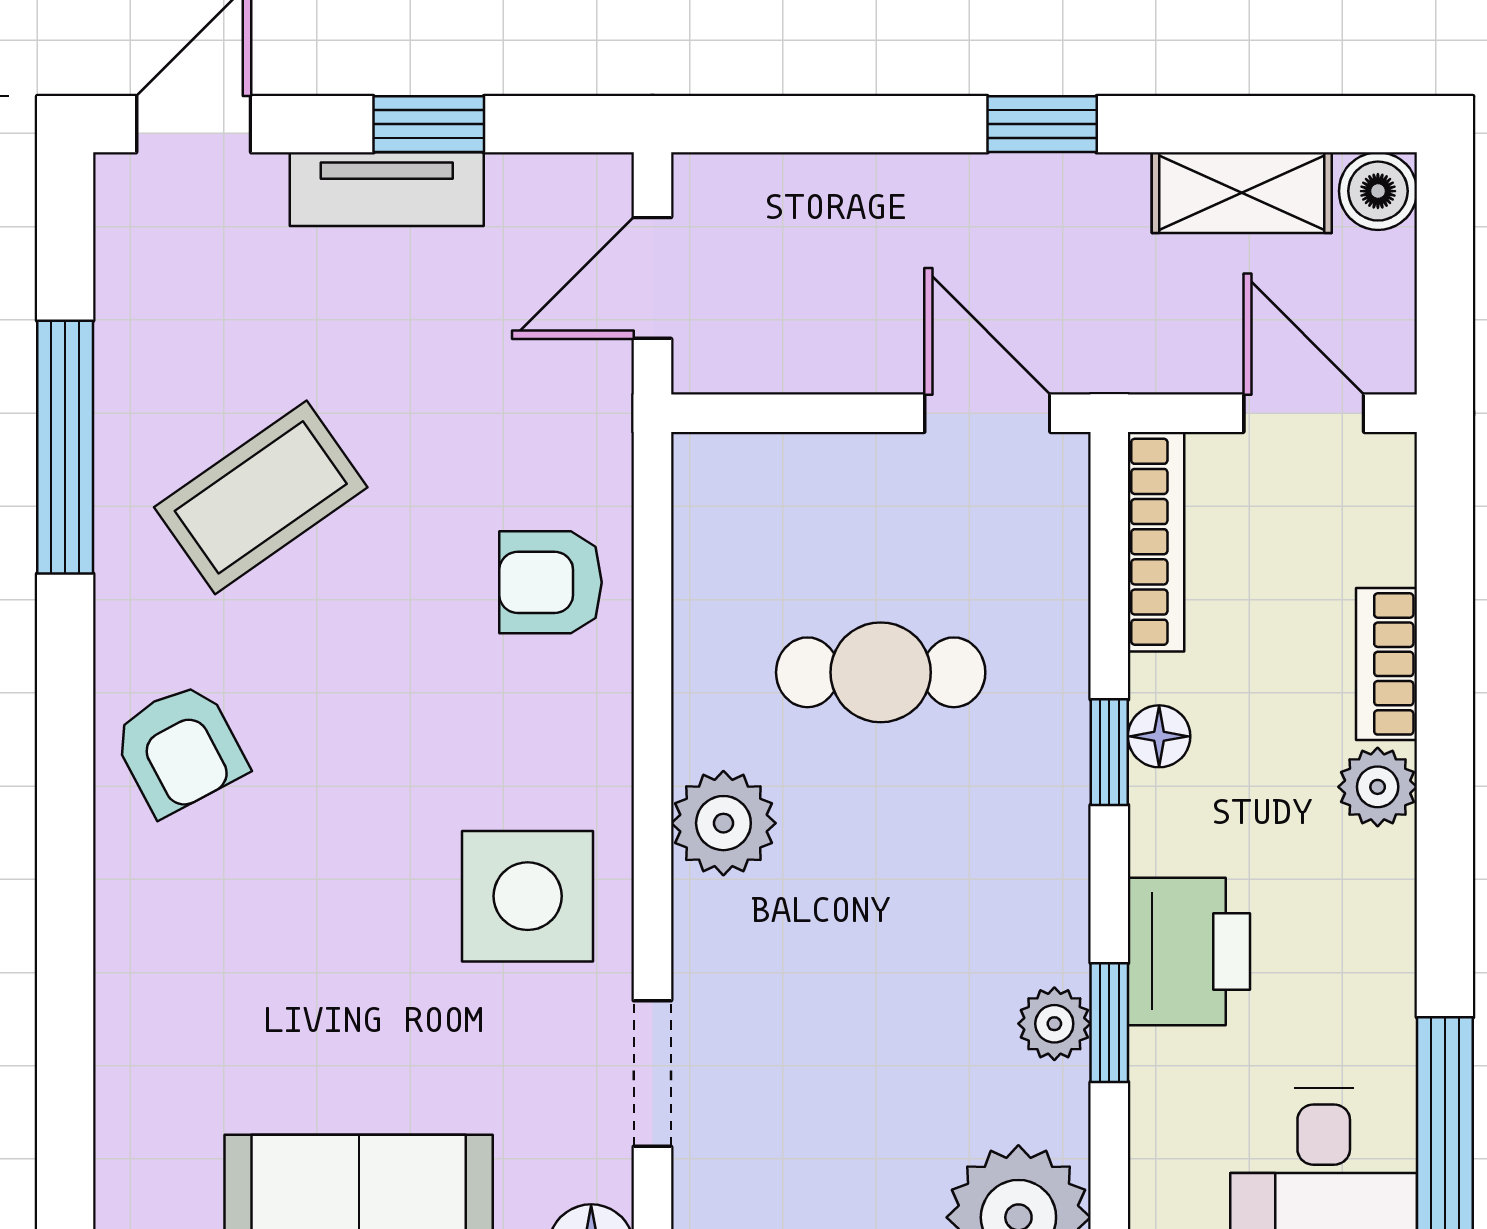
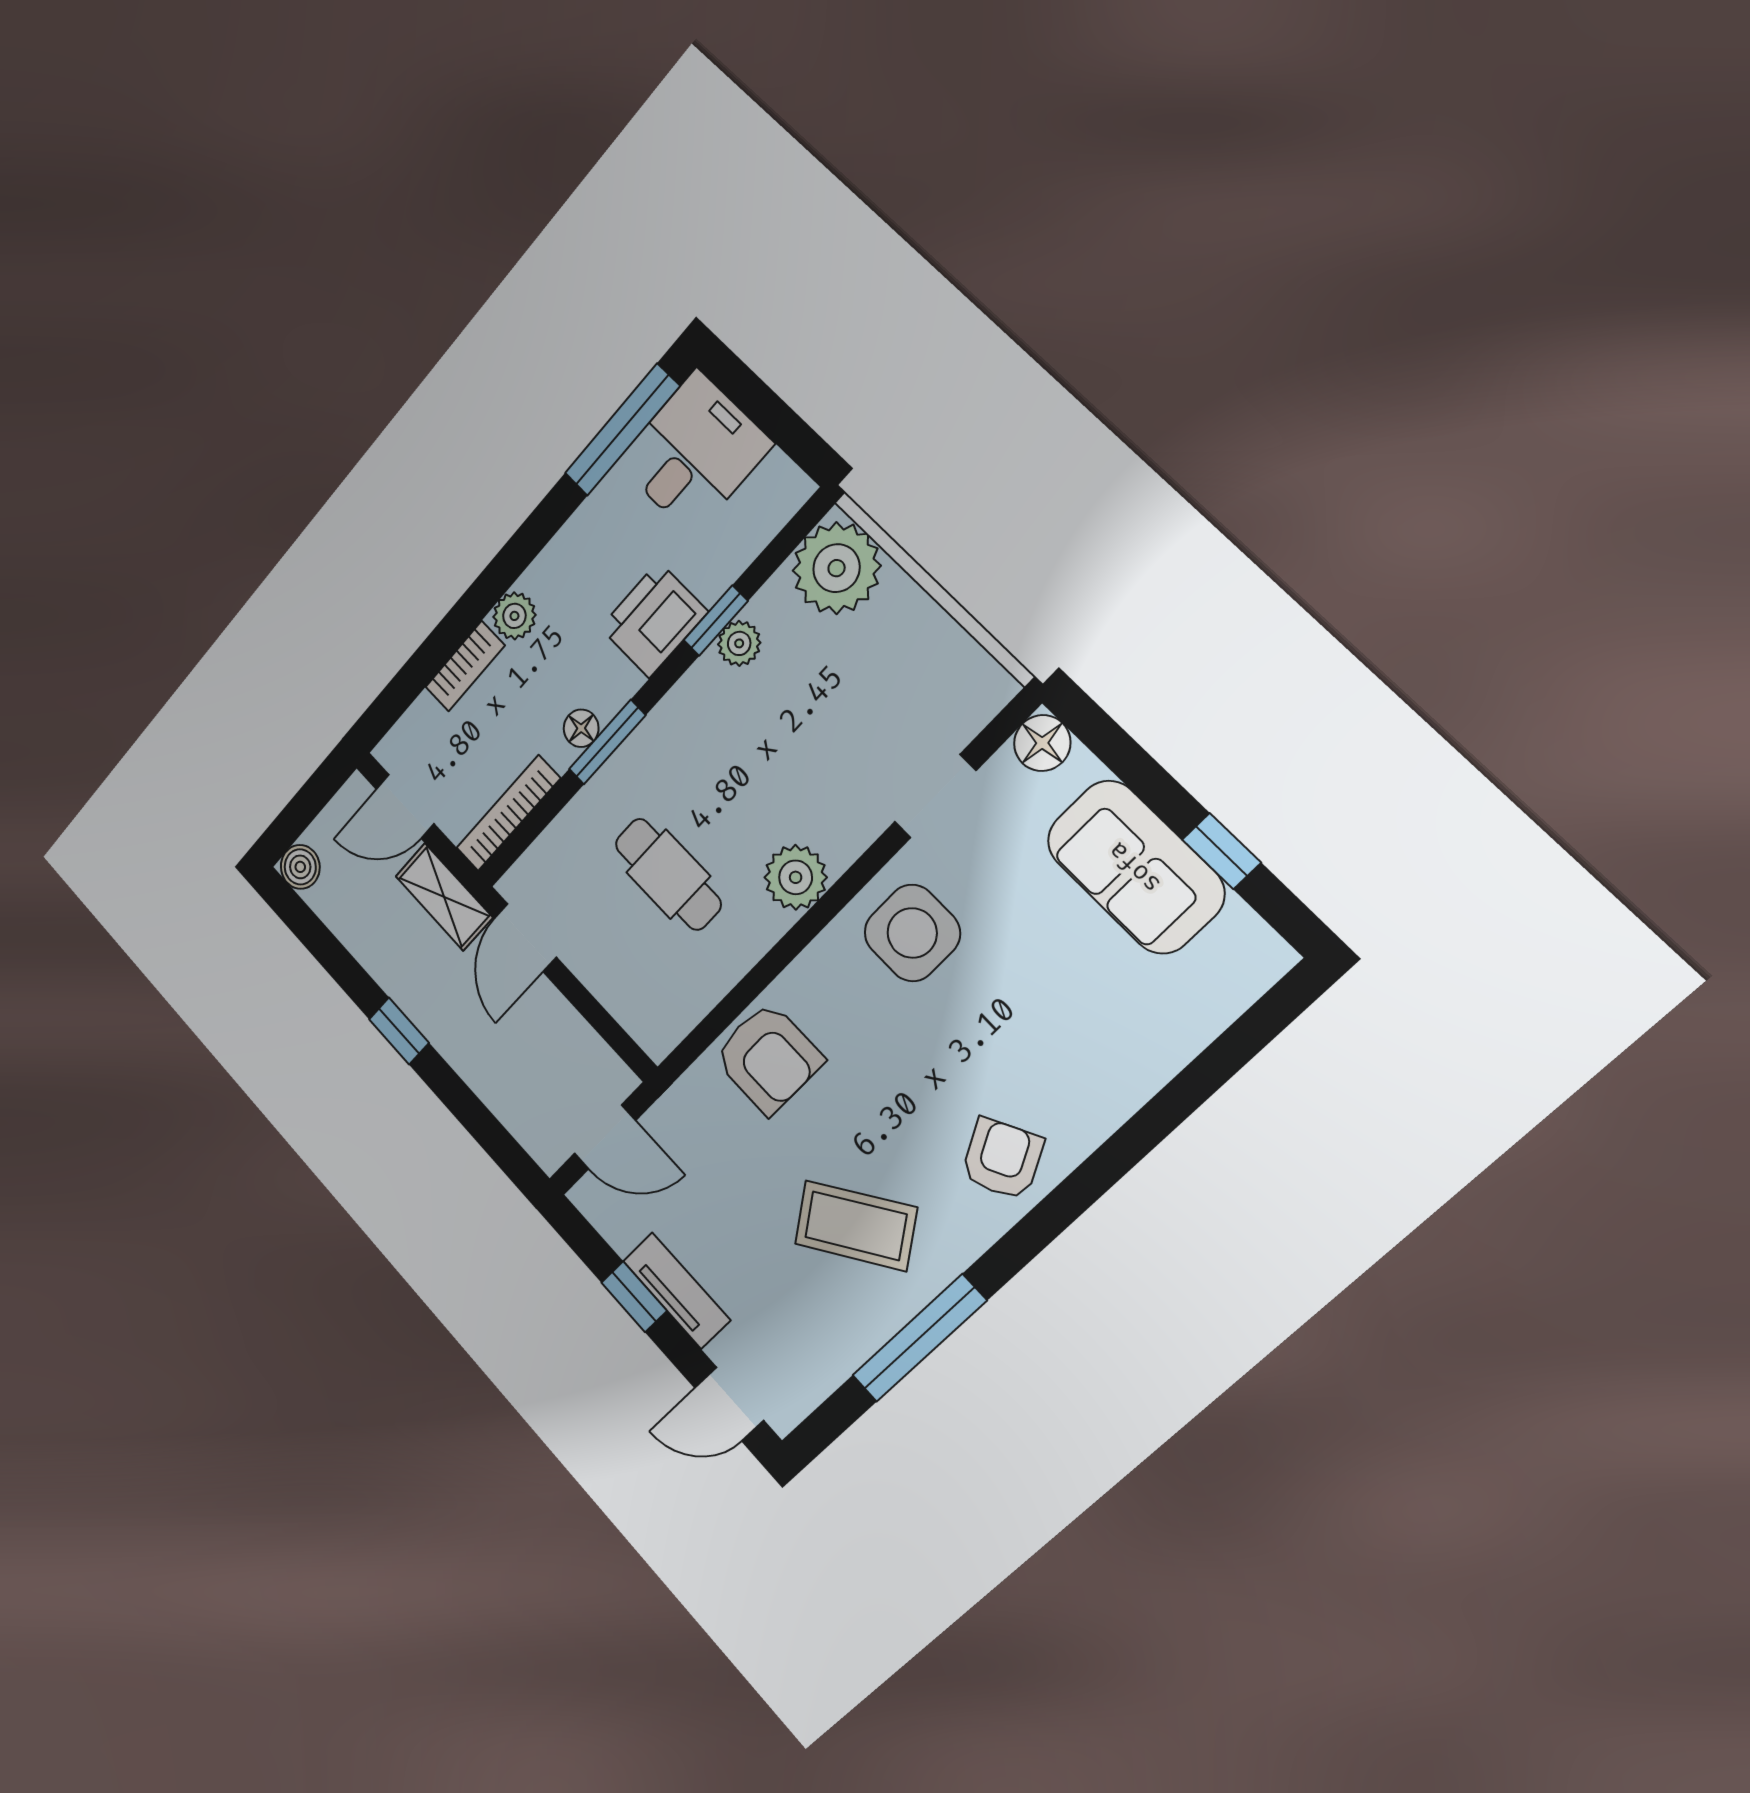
shelving: (1242, 193) -> (444, 897), moved
door: (1304, 413) -> (405, 806), hinge flipped
armchair: (550, 582) -> (768, 1058), width x1.38, depth x1.38
window: (1109, 752) -> (607, 742), width x1.50

